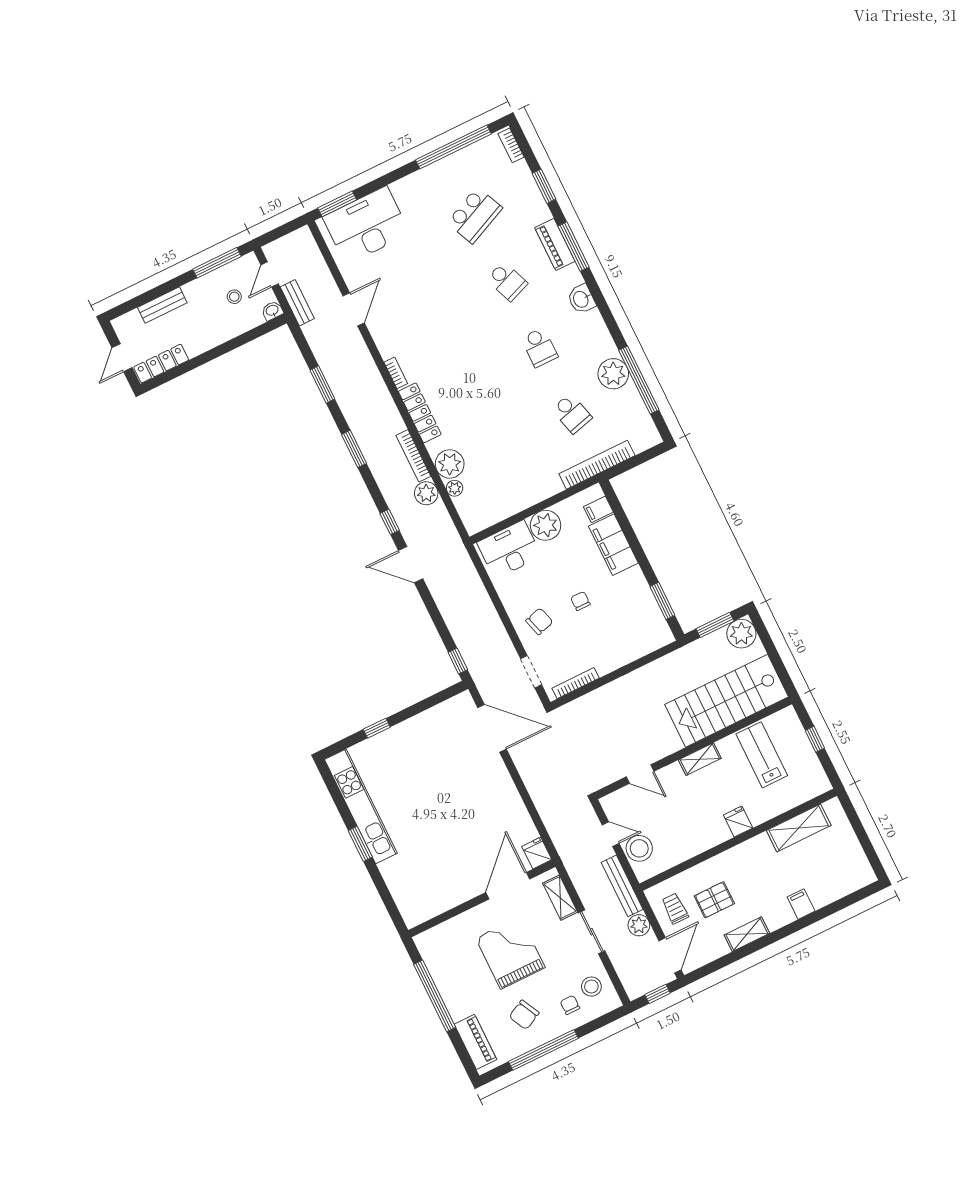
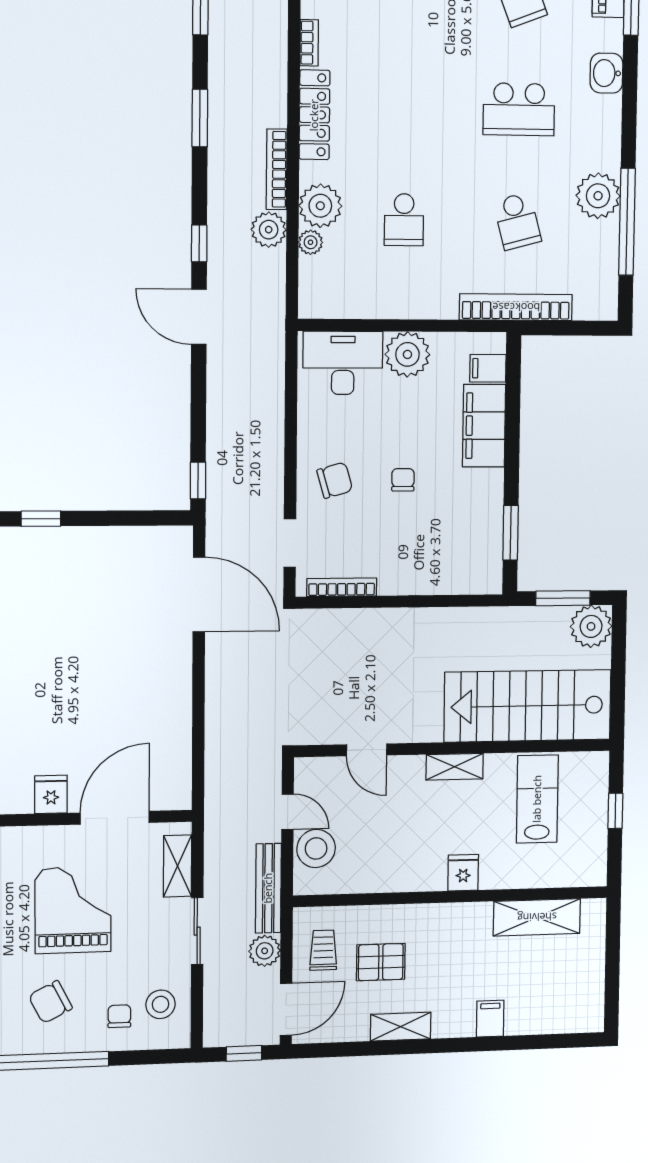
school desk: (539, 347) -> (519, 109), width x1.85
school desk: (503, 447) -> (404, 220), added
fridge: (537, 853) -> (51, 794), moved

